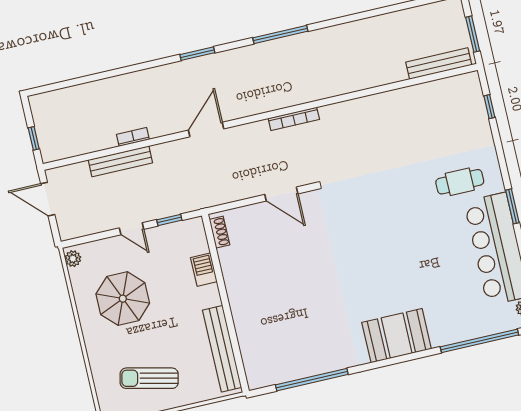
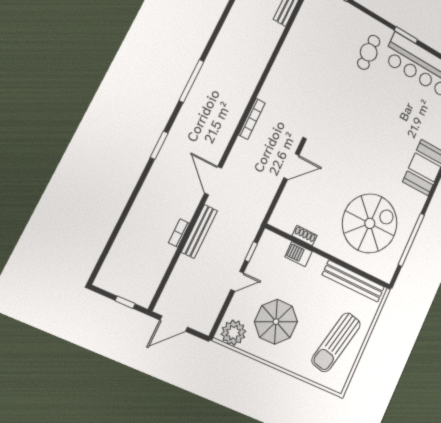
bench: (120, 161) -> (199, 231), moved
shoe rack: (219, 232) -> (305, 236), moved
plant: (73, 259) -> (233, 333), width x1.88, depth x1.88
spiral stairs: (292, 321) -> (370, 223), added
sun lounger: (149, 378) -> (336, 342), width x1.36, depth x1.34

